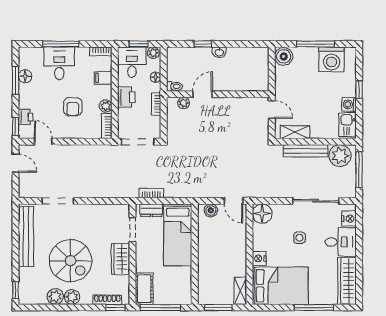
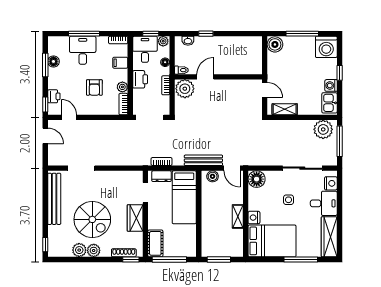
washbasin: (219, 52) -> (188, 41), moved
washing machine: (332, 59) -> (326, 47), moved
plant: (184, 103) -> (185, 89), width x1.88, depth x1.88
bench: (306, 151) -> (203, 160), moved
shelving: (240, 291) -> (238, 216), moved

